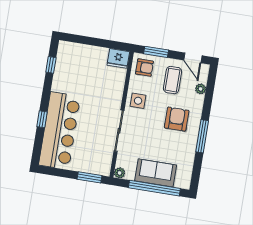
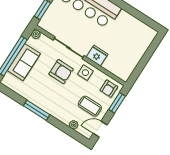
fridge: (118, 58) -> (97, 56), moved, turned 90
window: (51, 65) -> (142, 17), removed
armchair: (177, 119) -> (61, 72), moved

